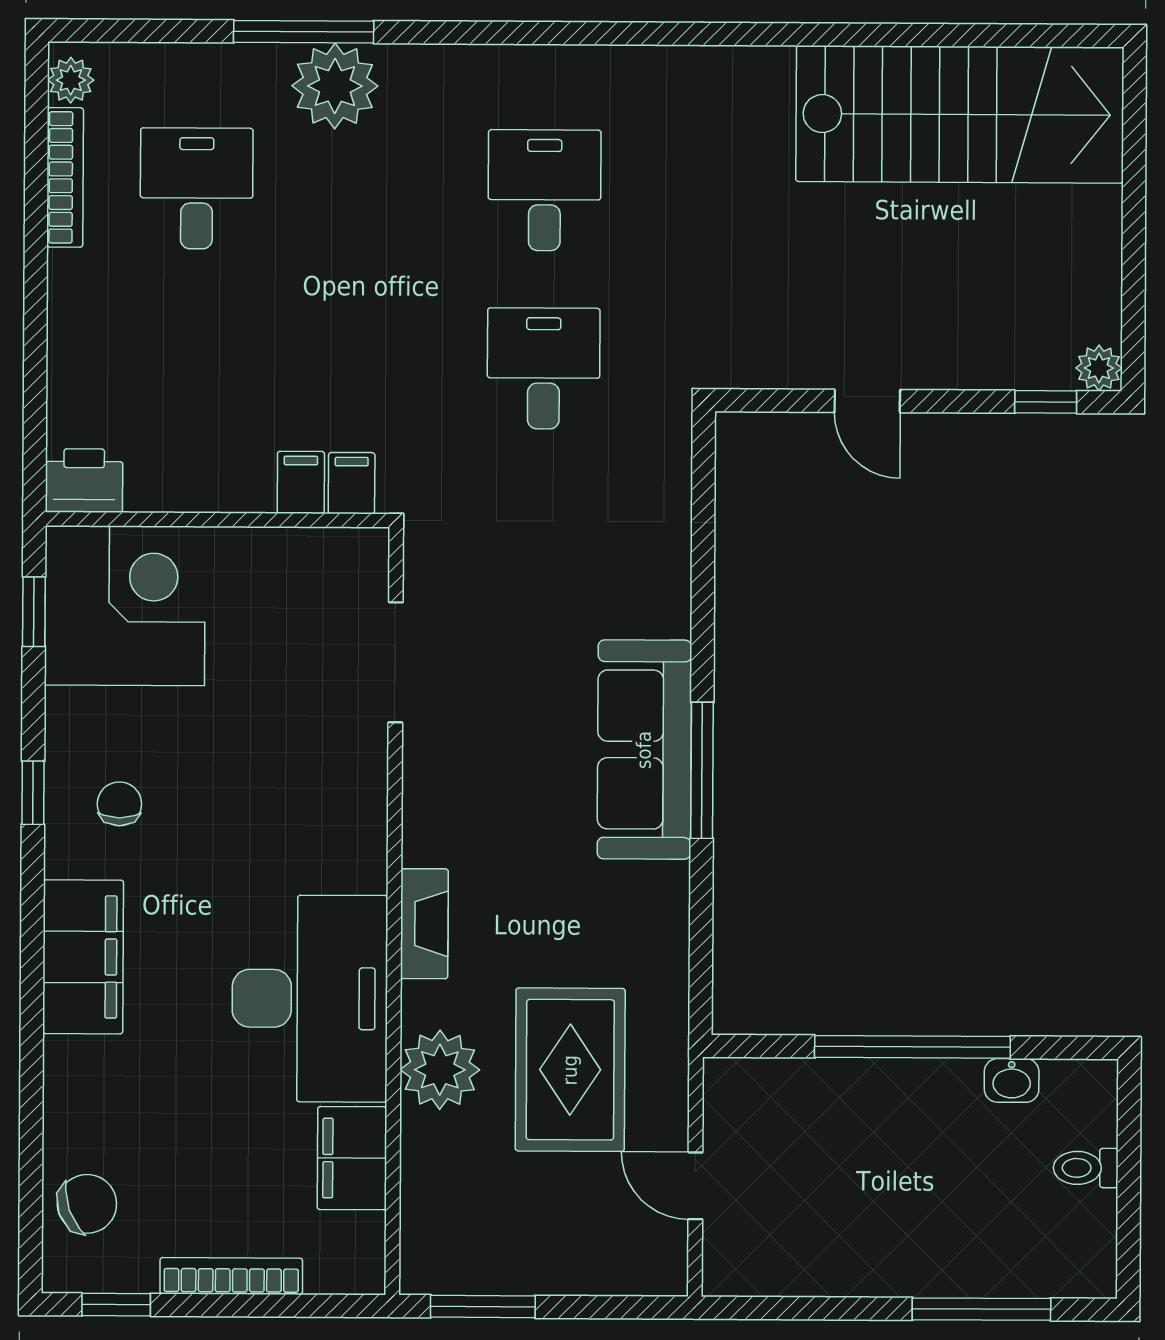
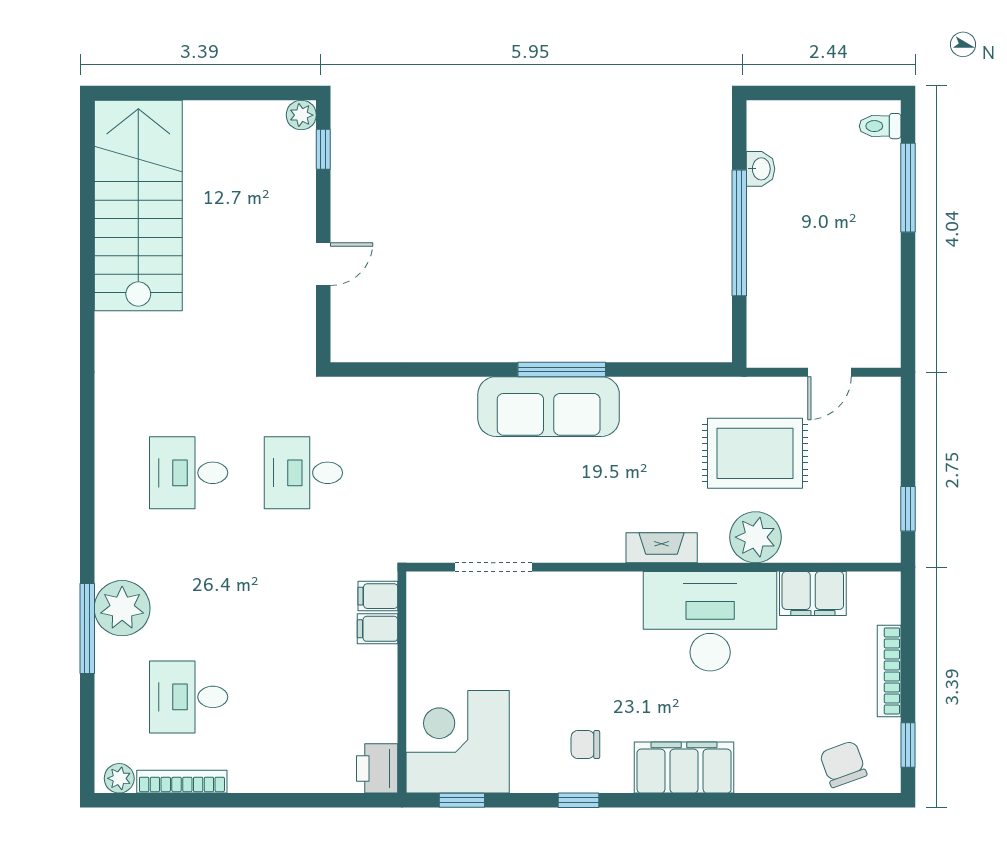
toilet: (1086, 1168) -> (880, 126), moved, turned 90
window: (483, 1307) -> (908, 509), width x0.67

